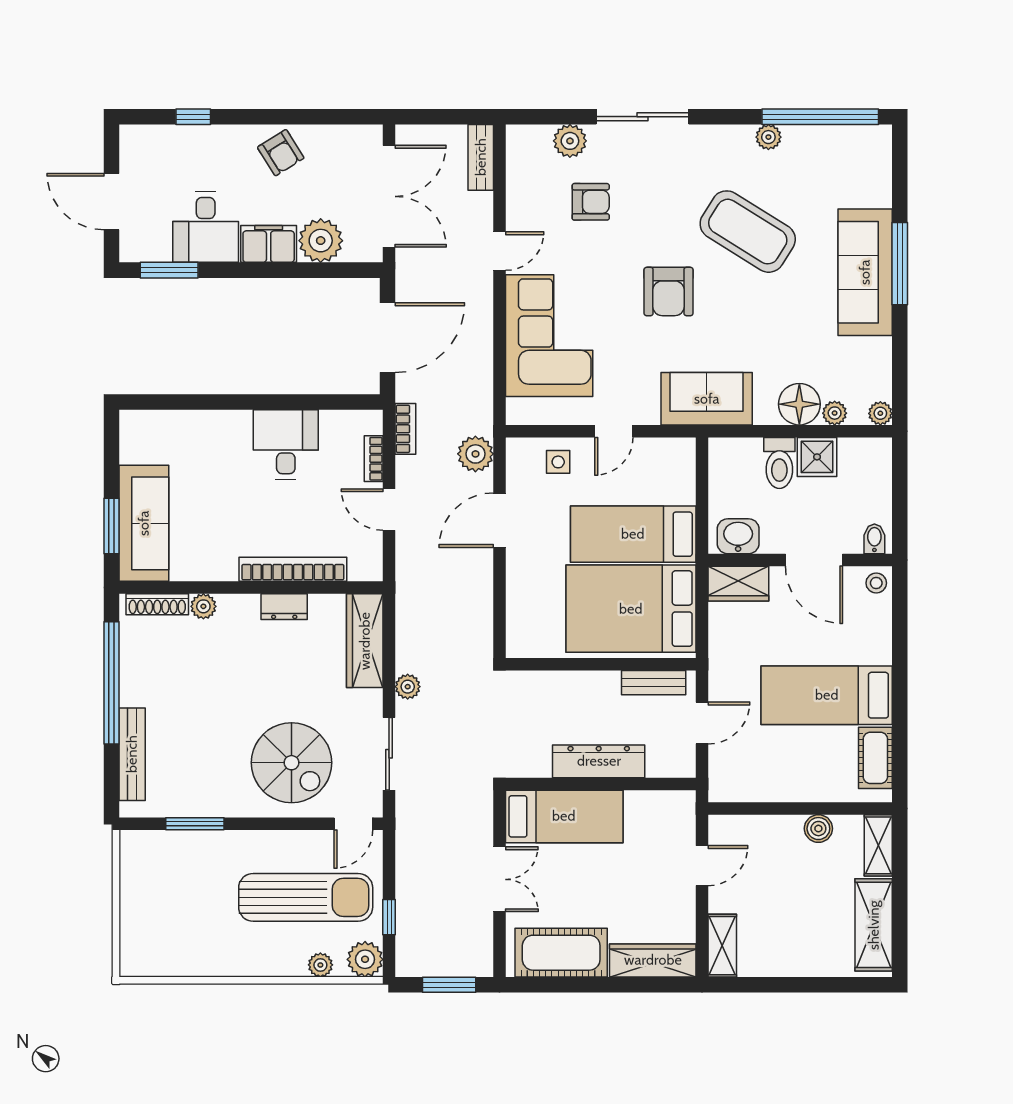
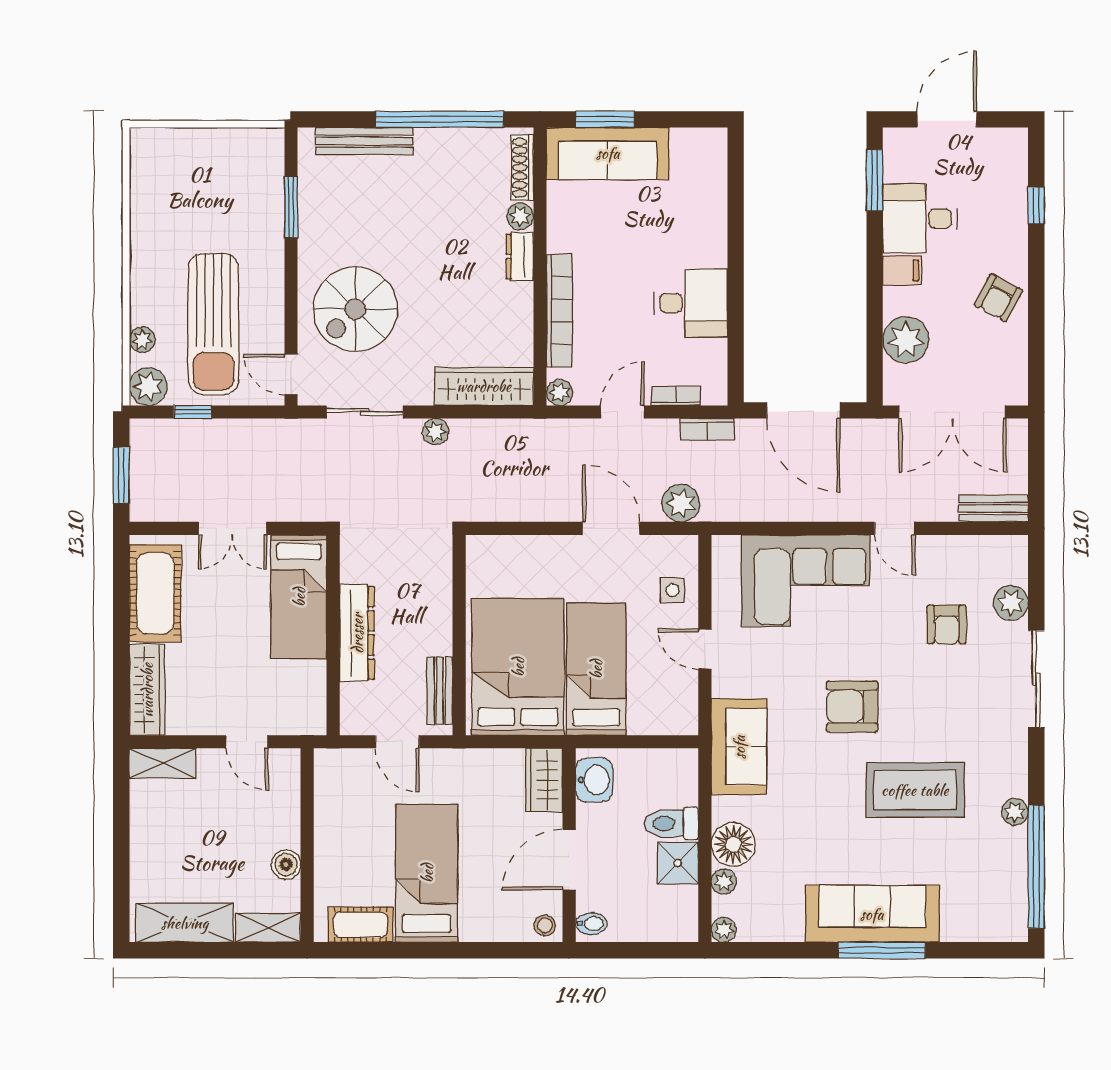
armchair: (281, 153) -> (998, 298), turned -30
coffee table: (748, 232) -> (915, 790), turned 58
filing cabinet: (269, 244) -> (902, 270), width x0.50
plant: (371, 569) -> (560, 393), added
dresser: (284, 607) -> (520, 257), moved

